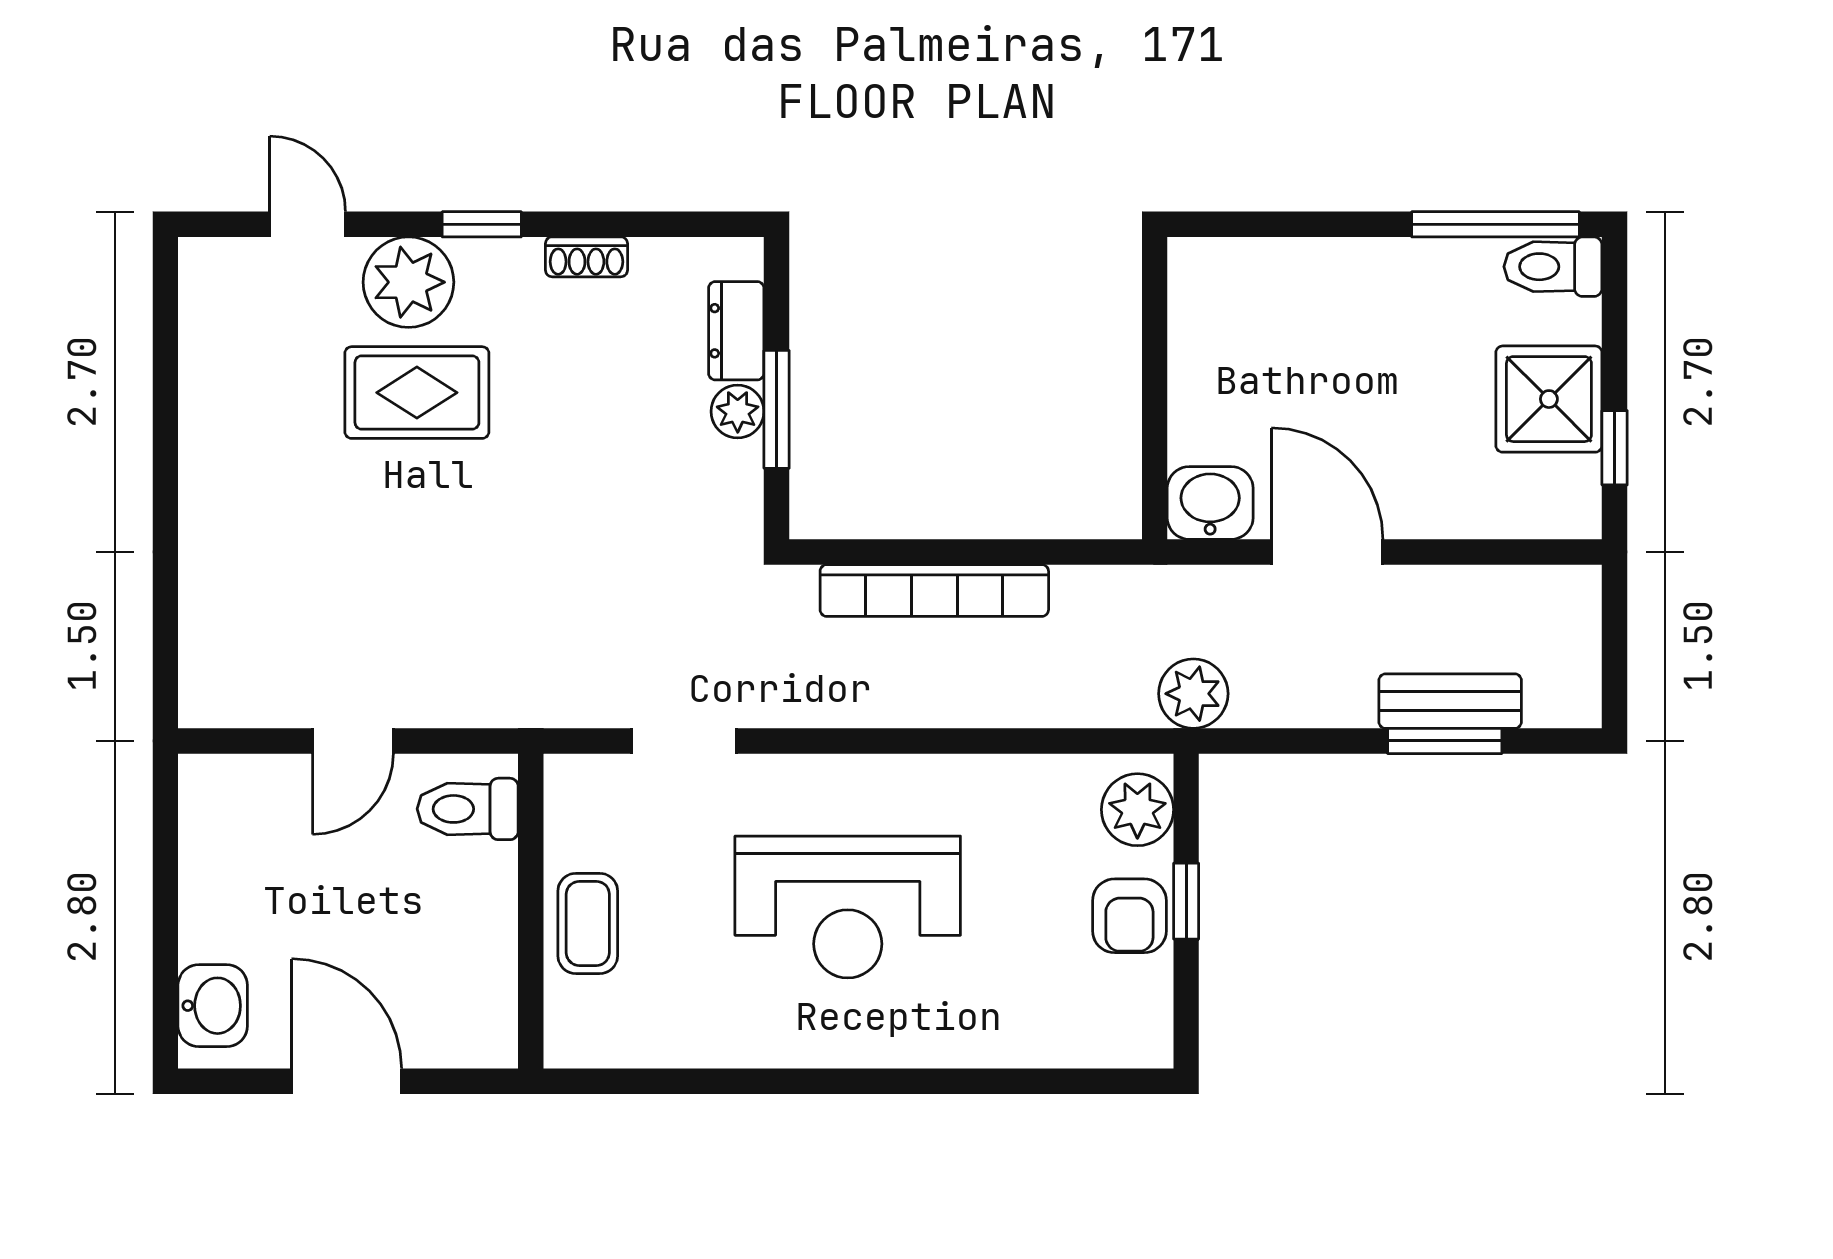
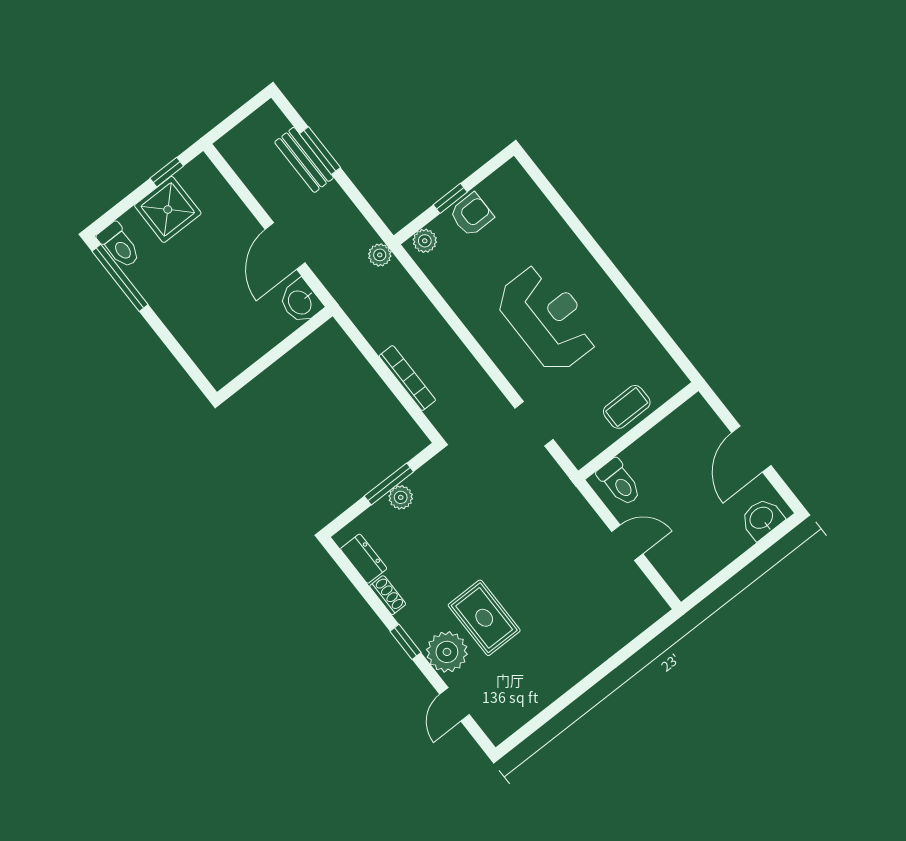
dresser: (736, 331) -> (364, 559), moved, turned -90
bookcase: (934, 590) -> (407, 378), width x0.68, depth x0.76
plant: (1193, 694) -> (380, 255), width x0.73, depth x0.73
plant: (1137, 810) -> (425, 241), width x0.73, depth x0.73

